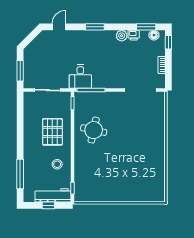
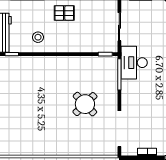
desk: (80, 77) -> (134, 63), width x1.37
round table: (94, 130) -> (85, 104), moved, turned 34
pallet: (52, 132) -> (64, 13), moved, width x0.67, depth x0.71

